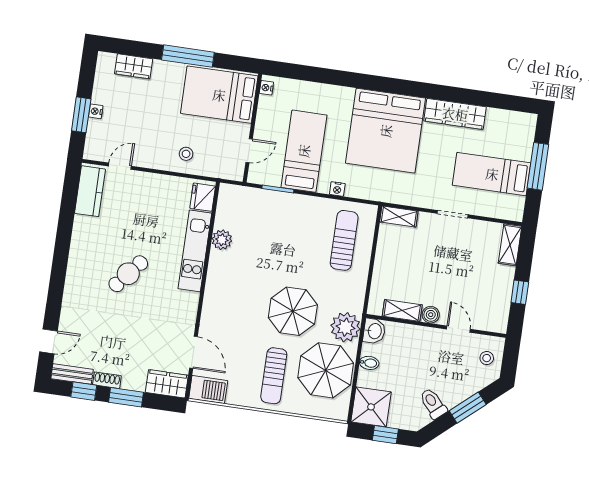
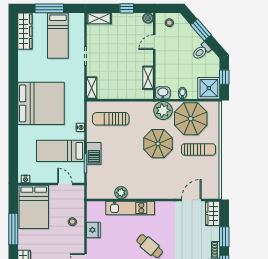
wardrobe: (455, 114) -> (25, 31), moved
fridge: (203, 197) -> (93, 230), moved, turned -90
boiler: (431, 315) -> (148, 18), moved
barbecue: (208, 390) -> (94, 153), moved, turned 180

